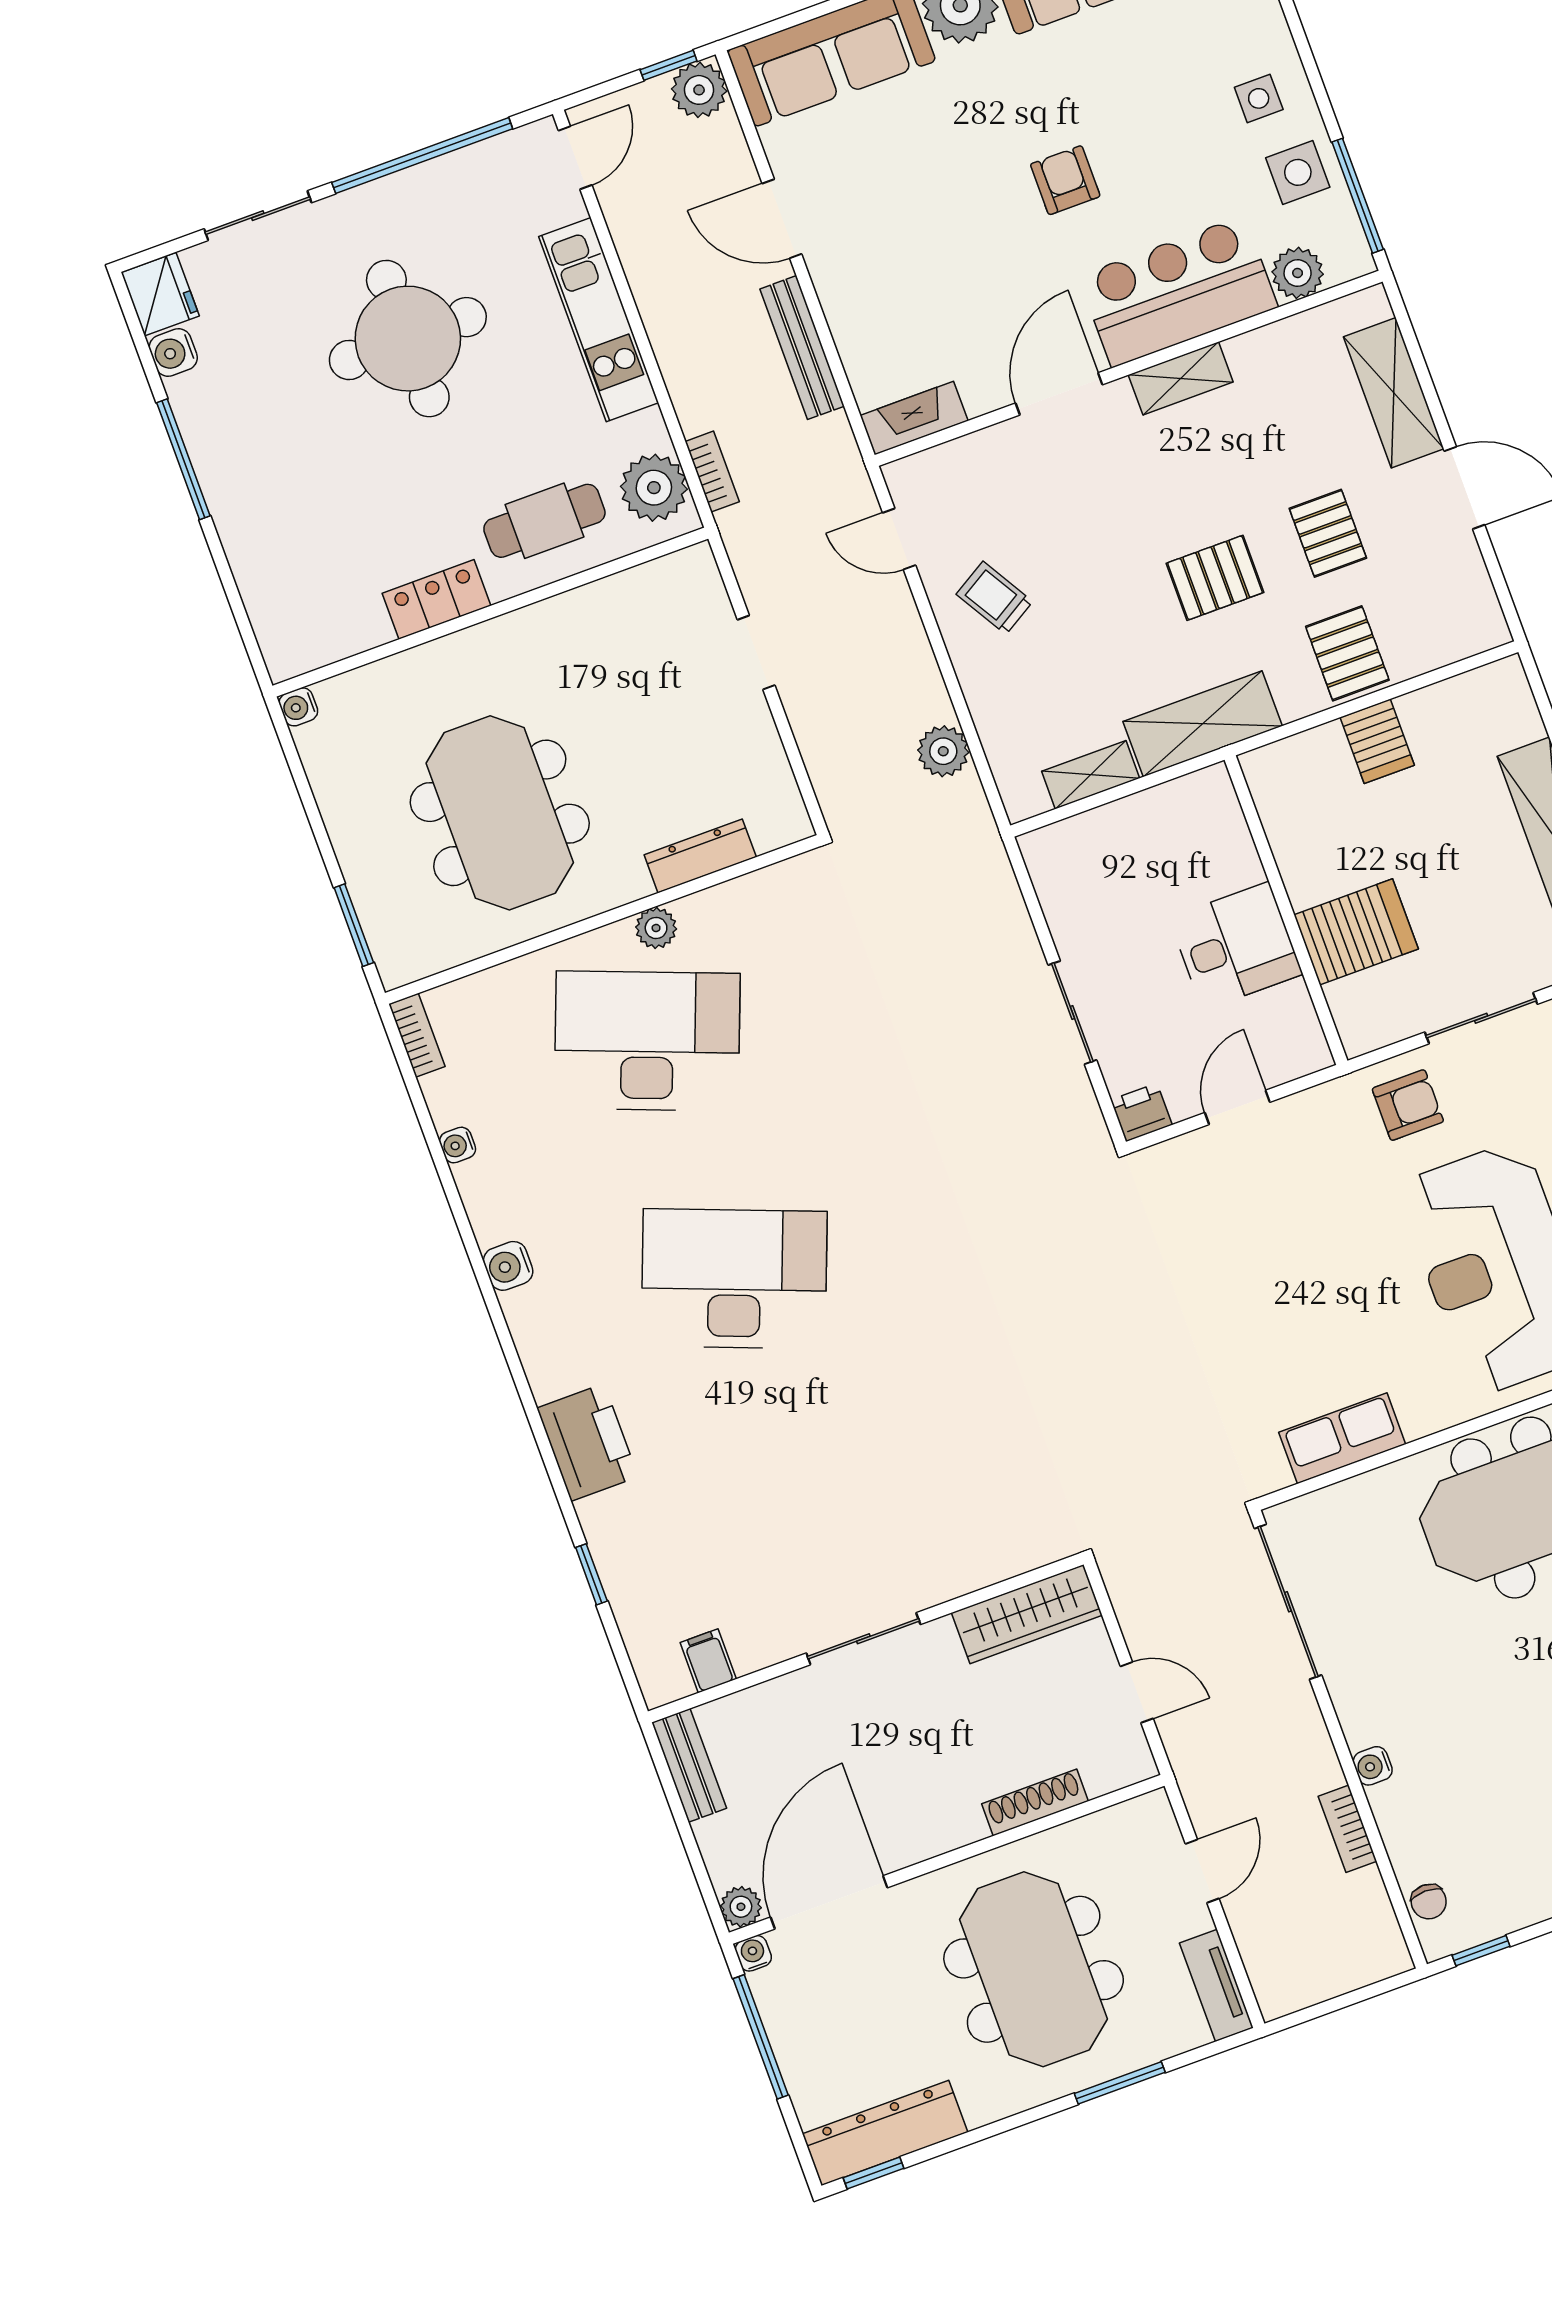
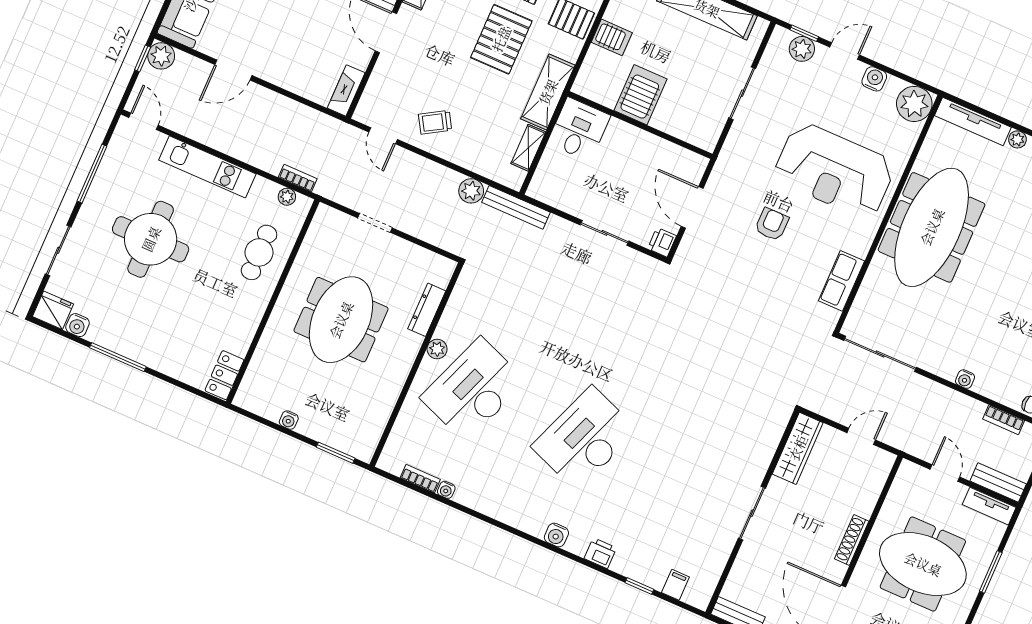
window: (422, 156) -> (92, 174), width x0.68
bench: (802, 348) -> (516, 207), moved
plant: (654, 488) -> (287, 197), width x0.53, depth x0.53
door: (899, 539) -> (383, 136), hinge flipped
pallet: (1215, 578) -> (501, 39), width x1.50, depth x1.42
locker: (436, 599) -> (224, 375), moved
water cooler: (298, 707) -> (289, 420), moved
meeting table: (500, 813) -> (341, 320), moved, turned 90
server rack: (1356, 932) -> (641, 95), moved
desk: (1236, 946) -> (579, 129), moved
bookcase: (417, 1035) -> (420, 479), moved
armchair: (1408, 1105) -> (772, 224), moved
door: (1237, 1107) -> (692, 207), width x1.38
water cooler: (508, 1266) -> (556, 535), moved
printer: (587, 1442) -> (600, 553), width x0.53, depth x0.68
filing cabinet: (708, 1661) -> (675, 585), moved, turned 90
shoe rack: (1035, 1803) -> (852, 540), moved
bookcase: (1348, 1829) -> (1004, 420), moved
bench: (1265, 1965) -> (998, 482), added

